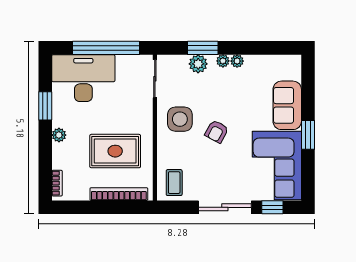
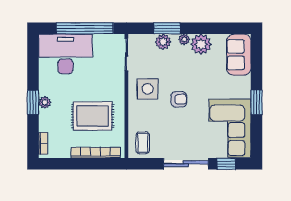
plant: (237, 61) -> (201, 44), width x1.88, depth x1.88
sofa: (287, 105) -> (239, 55), moved
window: (45, 106) -> (33, 102), moved
armchair: (217, 131) -> (179, 99), turned -118

